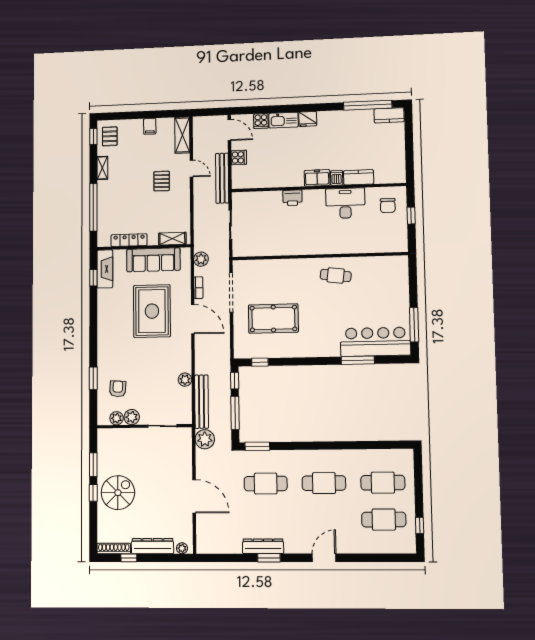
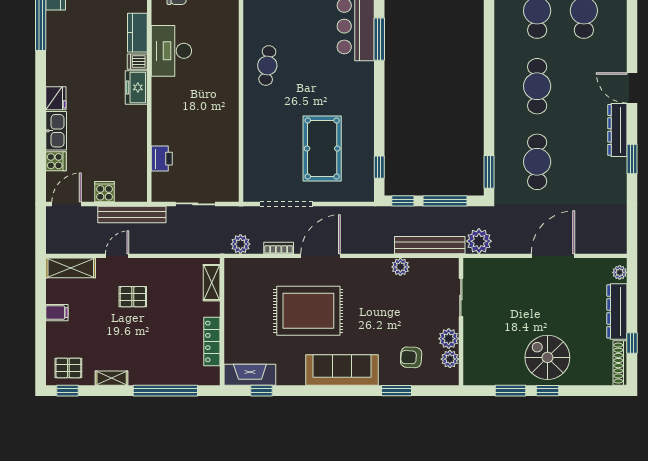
printer: (292, 198) -> (162, 159), moved
sofa: (153, 260) -> (342, 370), moved, turned -90
dresser: (263, 546) -> (617, 130), moved

